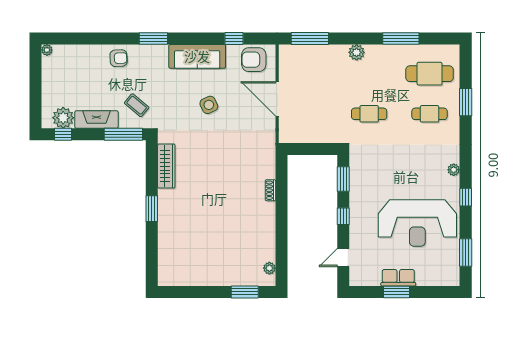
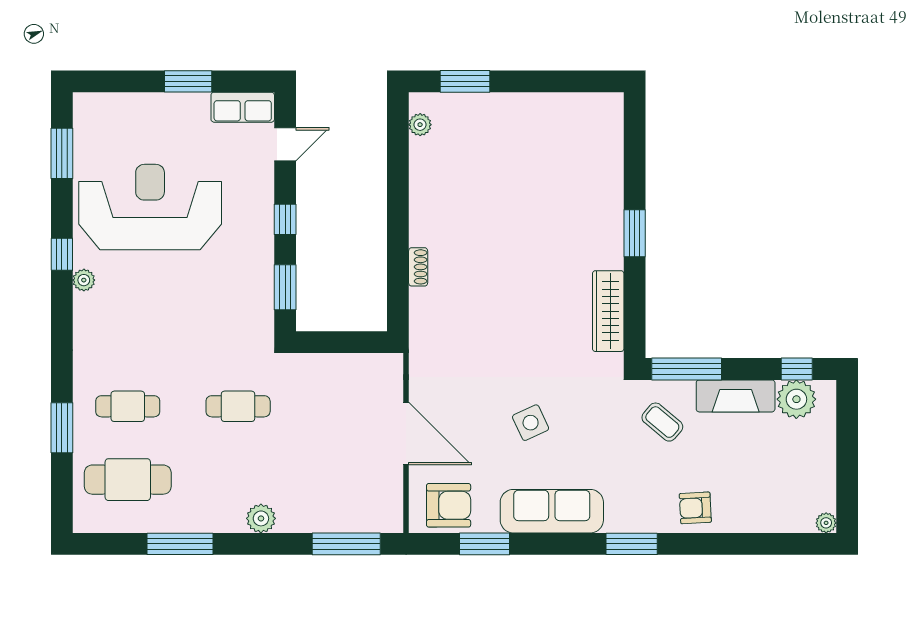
window: (234, 39) -> (485, 544), width x1.50
plant: (454, 170) -> (84, 280), moved
row of seats: (398, 278) -> (243, 107), moved

